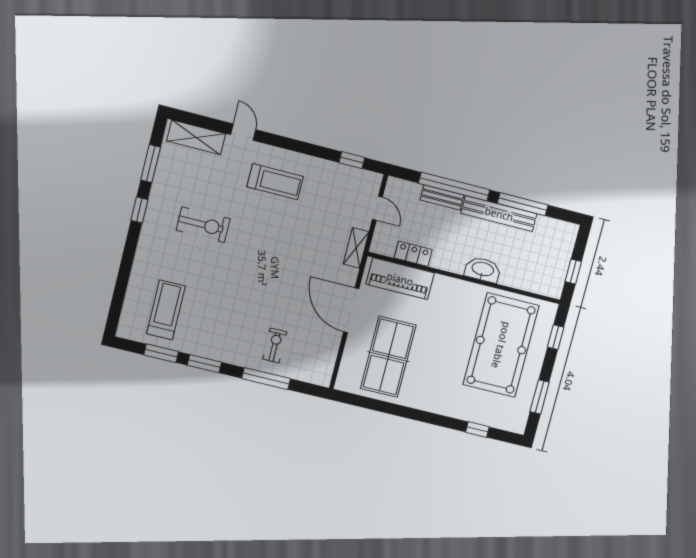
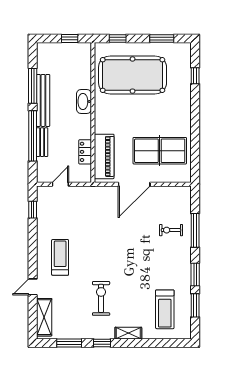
shelving: (356, 248) -> (128, 333), moved
treadmill: (166, 310) -> (165, 309), turned -90

